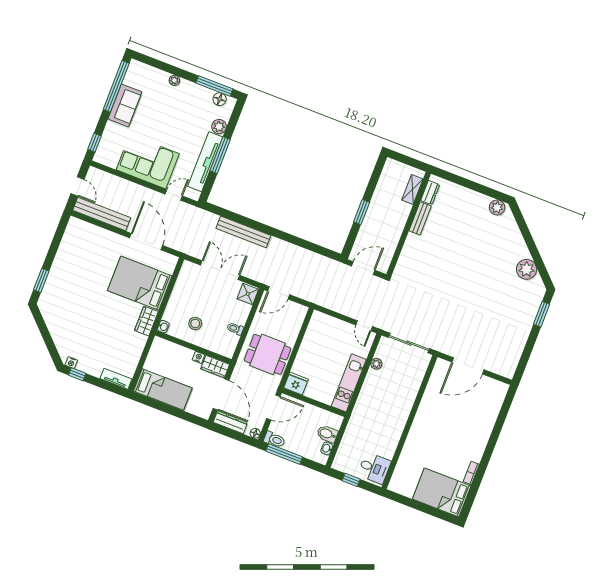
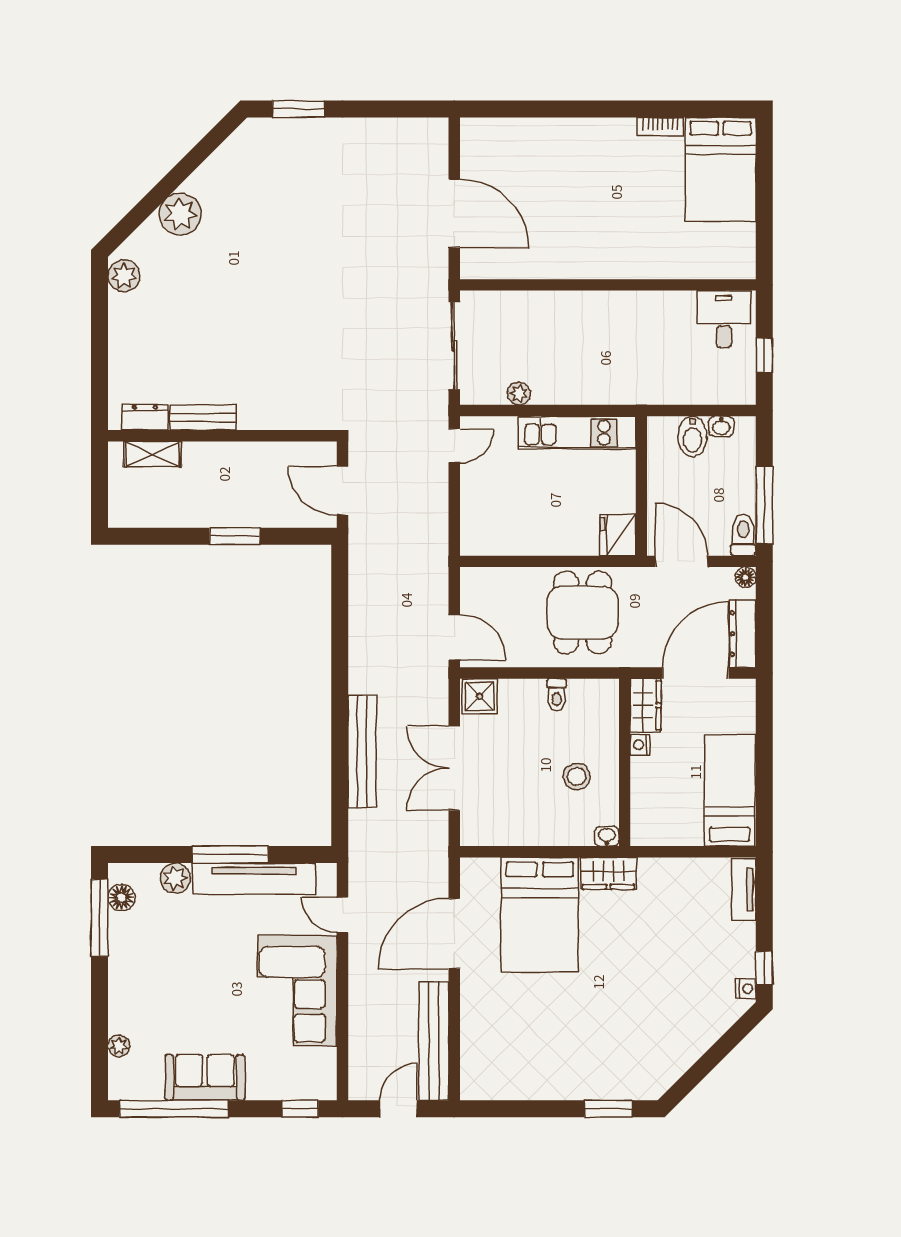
plant: (174, 80) -> (119, 1046), moved
plant: (527, 269) -> (180, 214), moved

